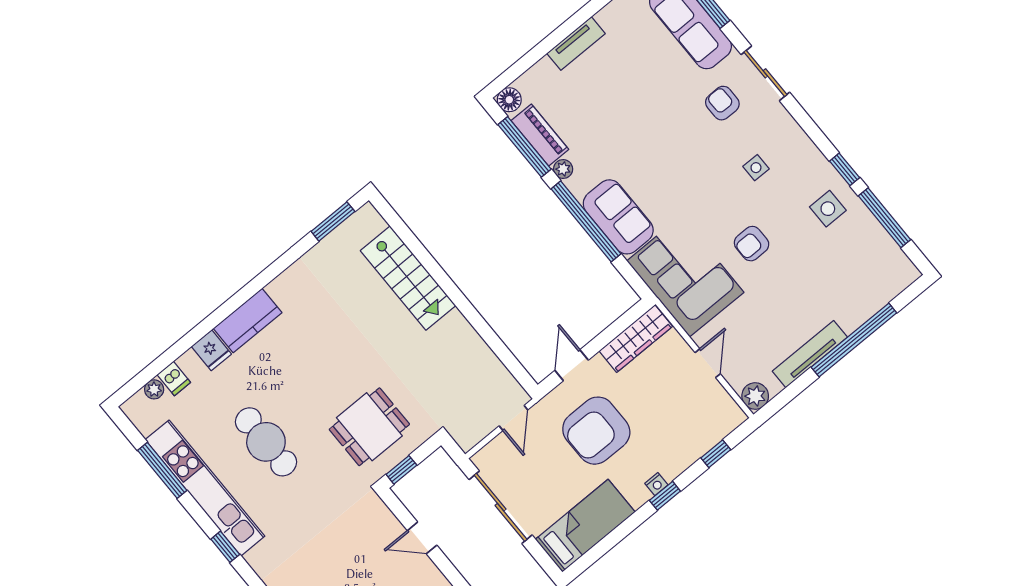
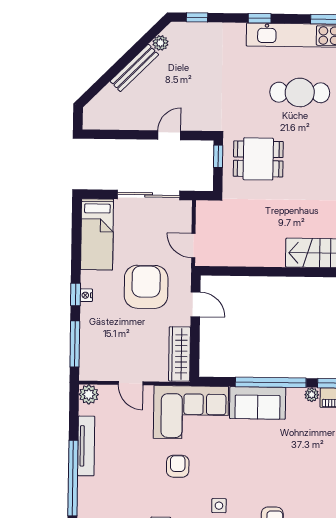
dining table: (369, 427) -> (258, 159), turned 90
window: (716, 454) -> (75, 344), width x2.17

